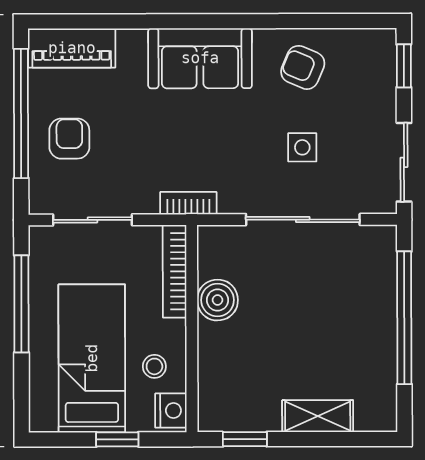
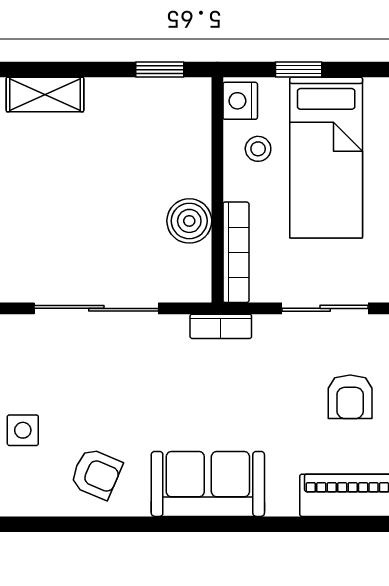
side table: (302, 147) -> (23, 430), moved
shelving: (318, 416) -> (45, 94), moved

